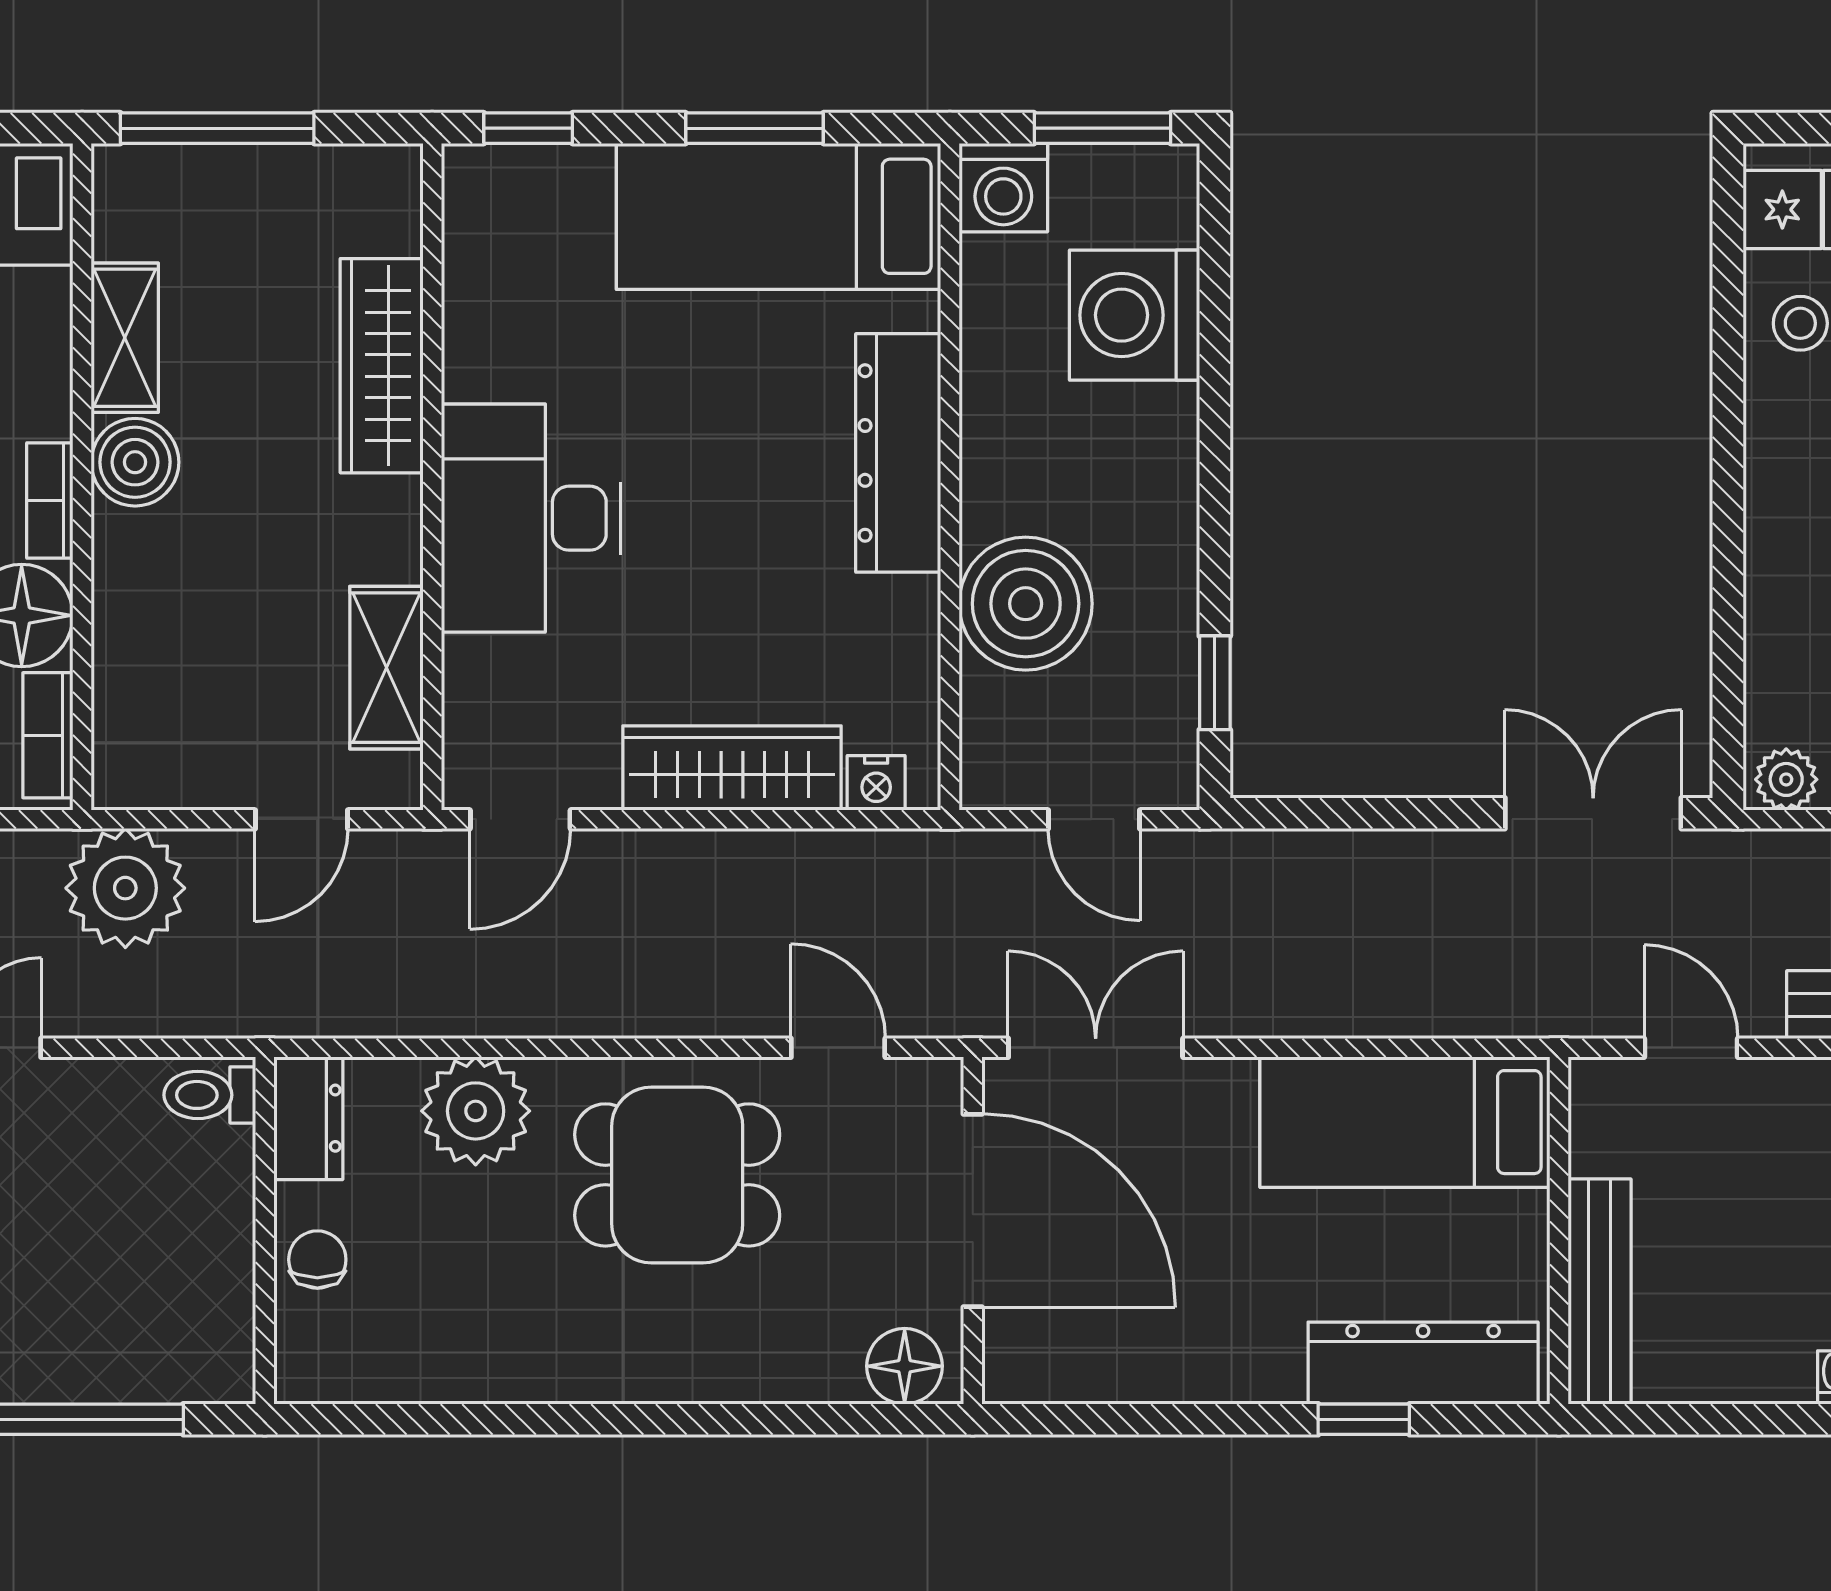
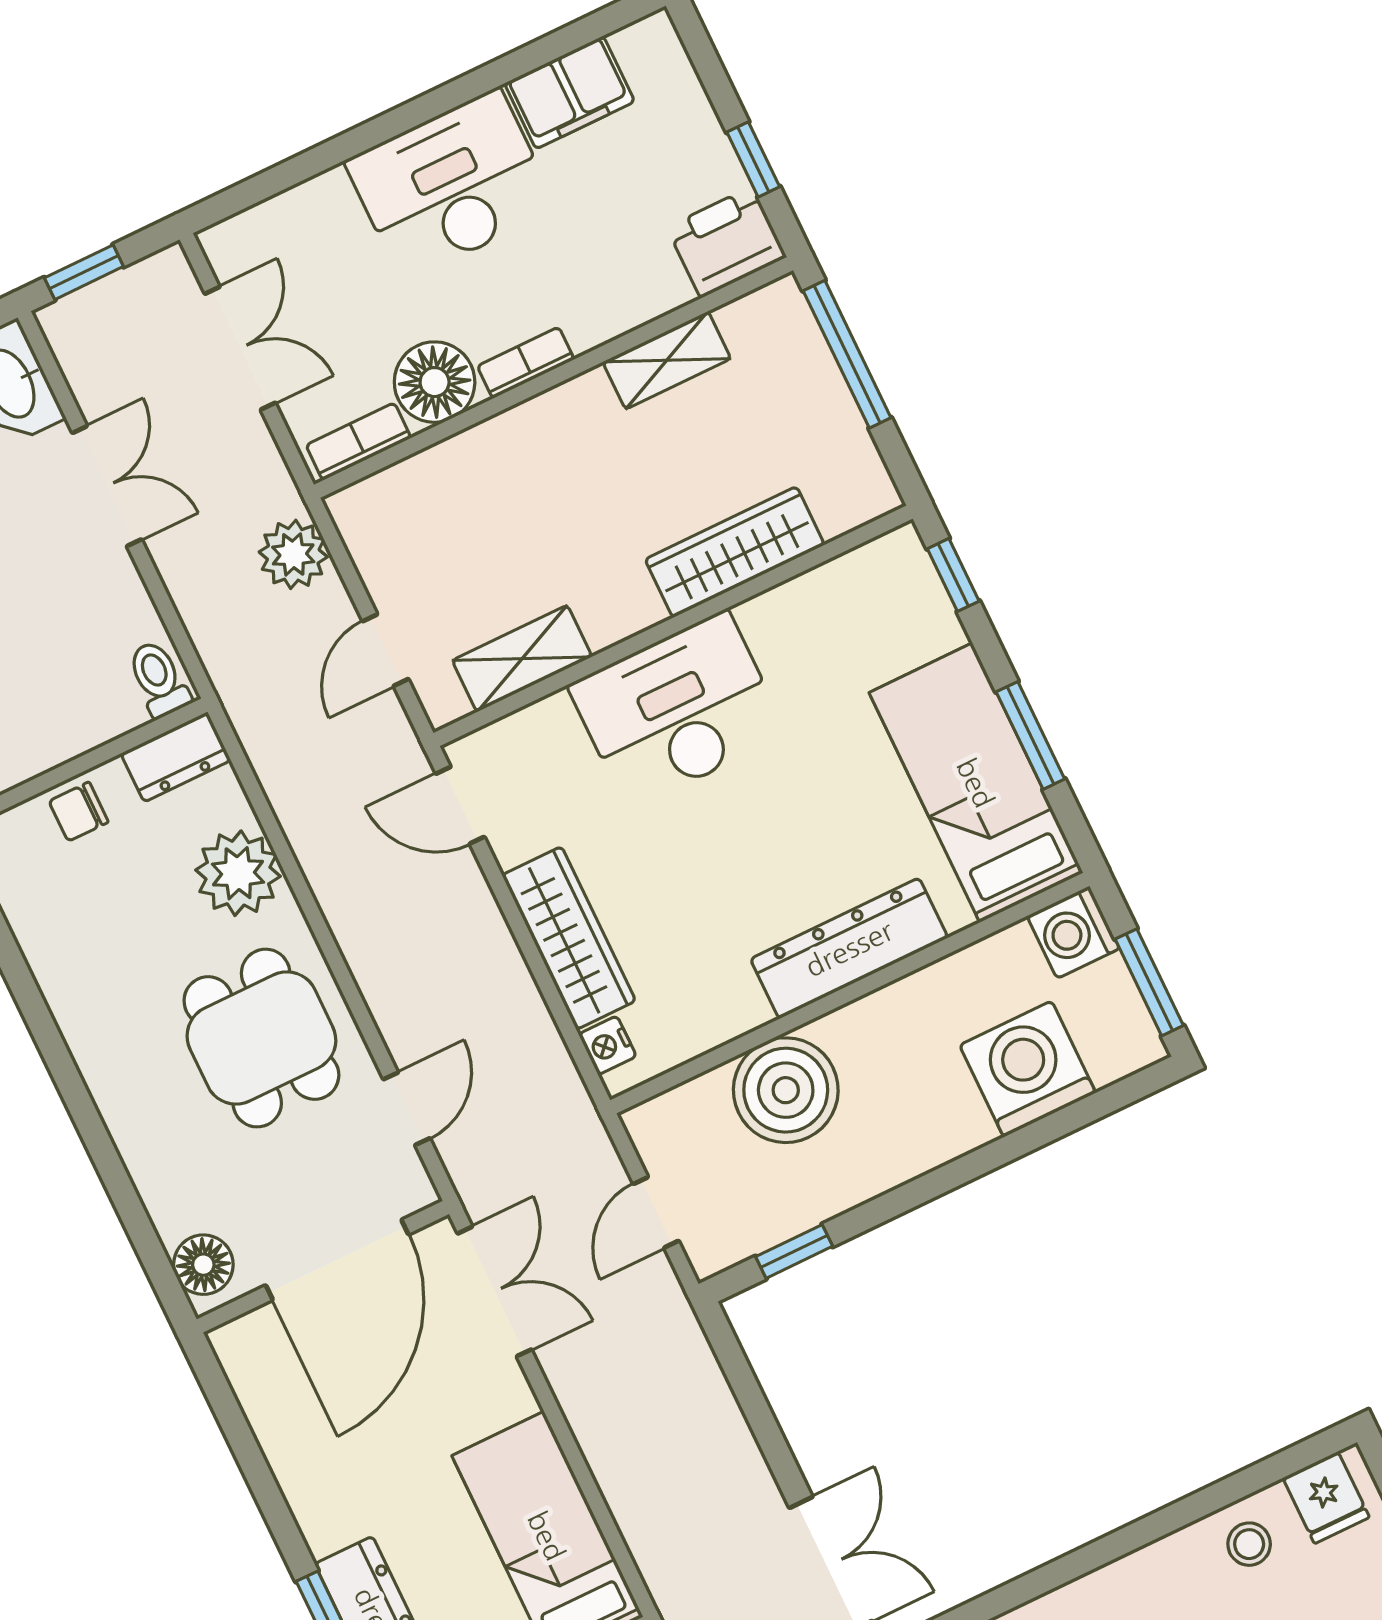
boiler: (135, 462) -> (582, 410), removed
door: (302, 819) -> (385, 650), hinge flipped
plant: (125, 888) -> (293, 554), width x0.73, depth x0.73
chair: (317, 1260) -> (79, 812), turned 180

